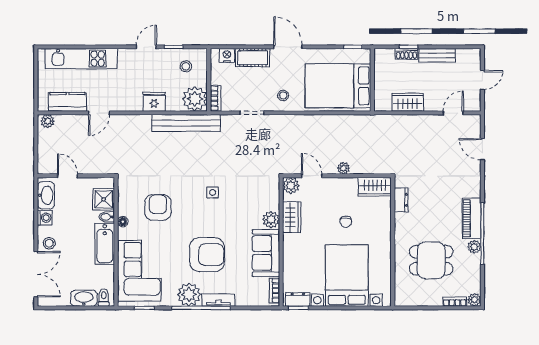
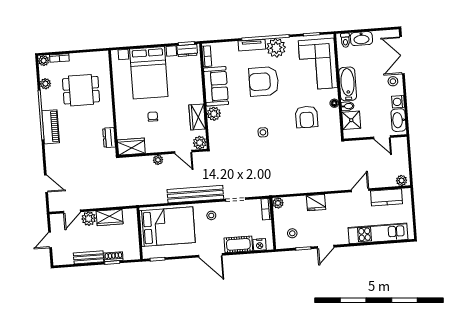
plant: (195, 99) -> (278, 203), width x0.53, depth x0.53
plant: (433, 103) -> (89, 219), added
bench: (186, 123) -> (195, 194), moved
plant: (474, 247) -> (45, 84), moved

